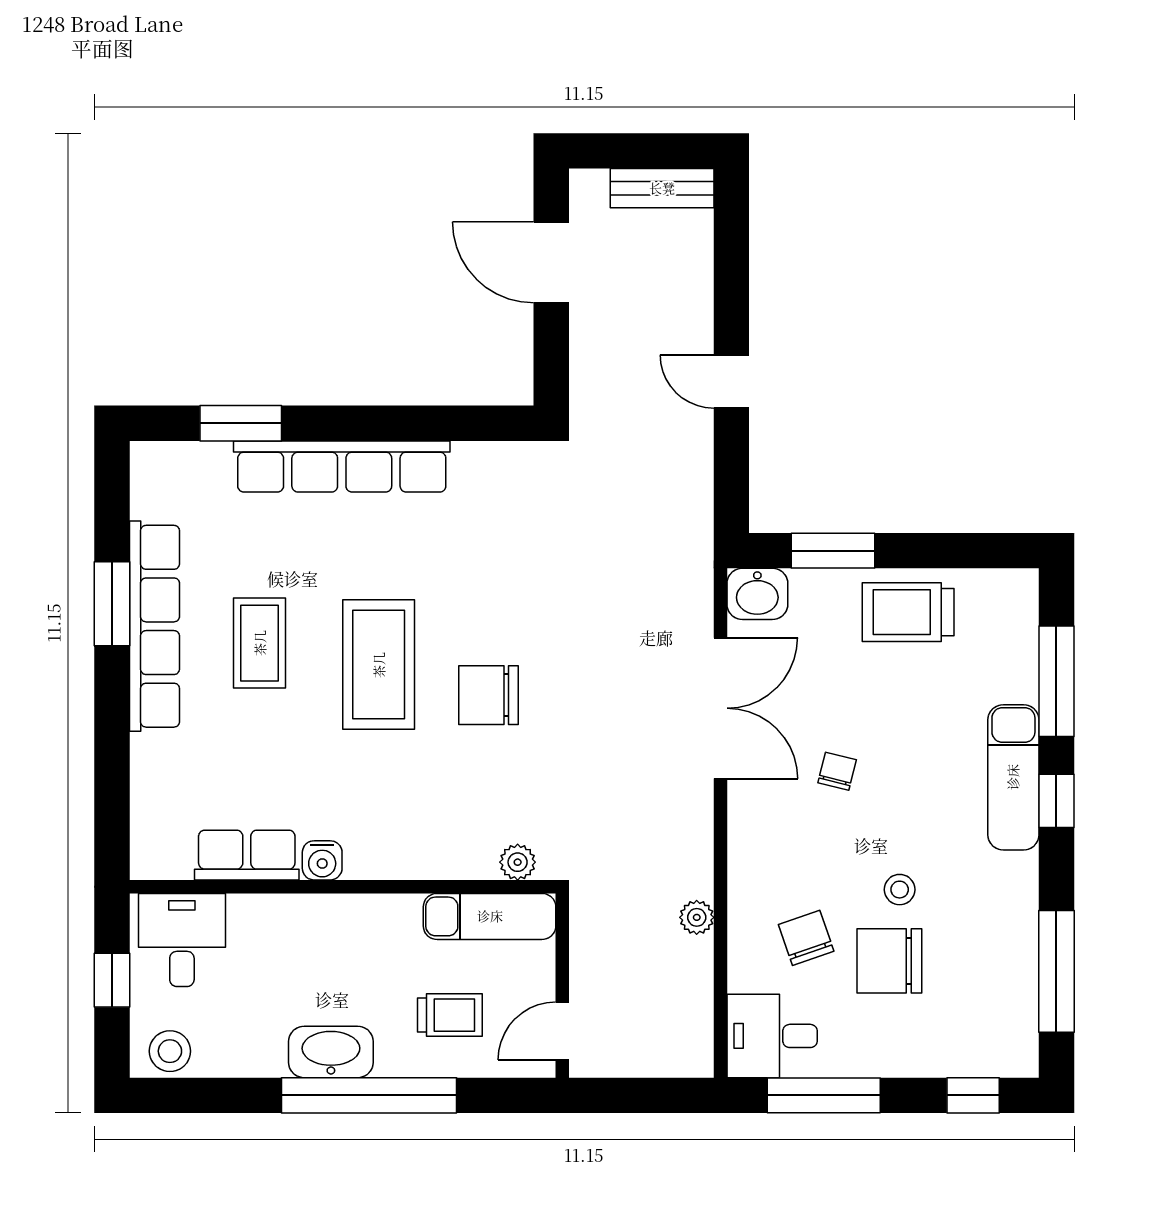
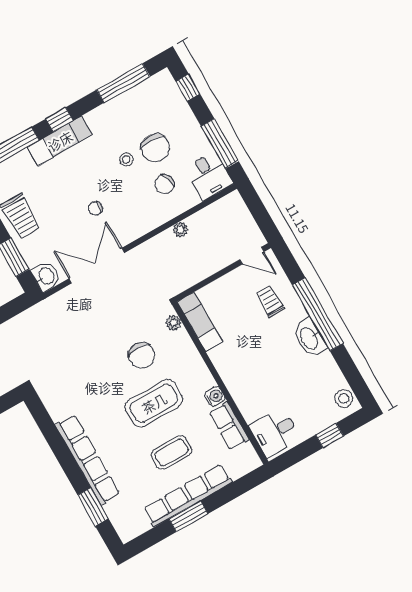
row of seats: (247, 855) -> (229, 426), moved
water cooler: (322, 860) -> (215, 396), moved
plant: (518, 862) -> (173, 323), moved
wall: (343, 887) -> (220, 383), moved
exam couch: (490, 916) -> (200, 322), moved
desk: (182, 940) -> (275, 432), moved

